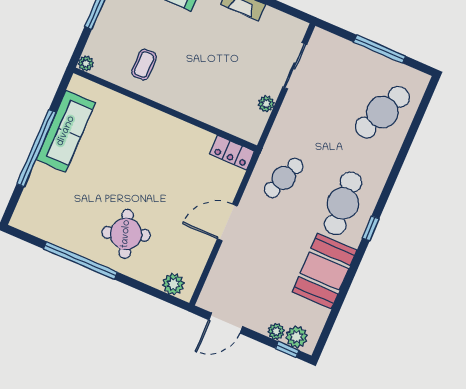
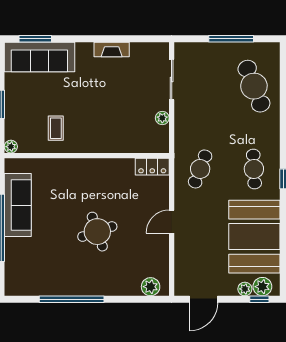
cafe table: (382, 112) -> (254, 86), turned -45
cafe table: (343, 203) -> (254, 169), width x0.73, depth x0.74
door: (227, 222) -> (172, 222), width x0.73
round table: (126, 234) -> (97, 232), moved
booth: (324, 271) -> (254, 237), width x1.36, depth x1.42

